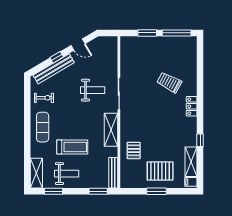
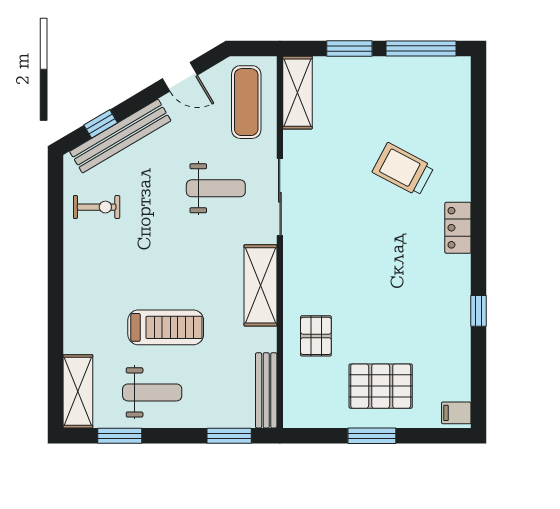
window: (57, 57) -> (101, 124), moved
exercise mat: (43, 127) -> (246, 102), moved
shelving: (191, 162) -> (297, 93), moved

